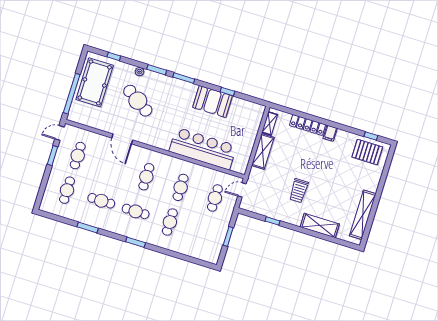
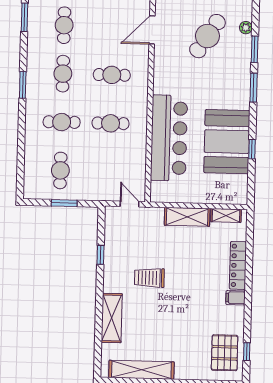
booth: (212, 102) -> (227, 142), width x1.36, depth x1.42
cafe table: (215, 198) -> (60, 170), moved, turned 90

